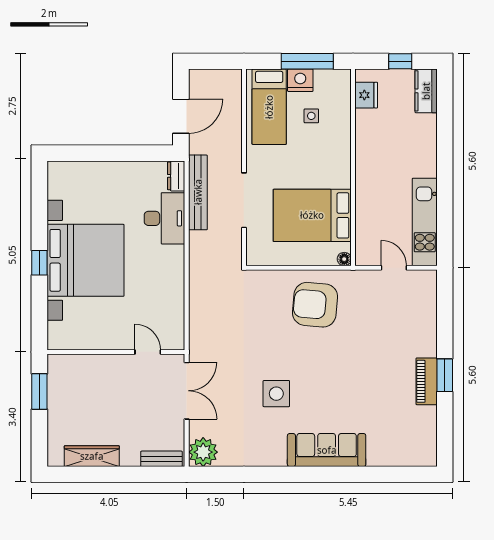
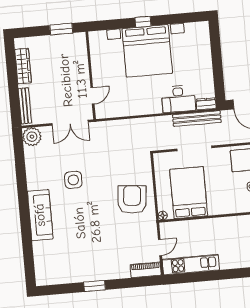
piano: (427, 381) -> (146, 270), moved
bench: (161, 459) -> (25, 106), width x1.36

